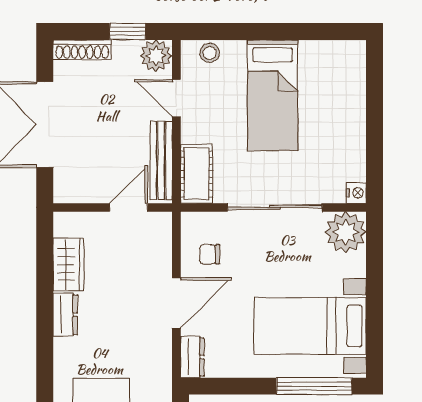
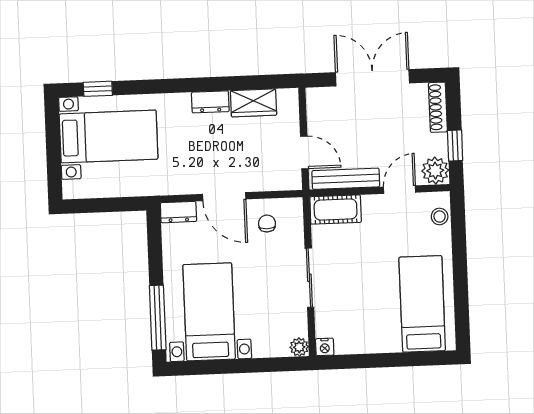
bed: (273, 95) -> (422, 304), moved, turned 90
sliding door: (275, 207) -> (309, 278), width x0.73
plant: (346, 232) -> (299, 347), width x0.53, depth x0.53

